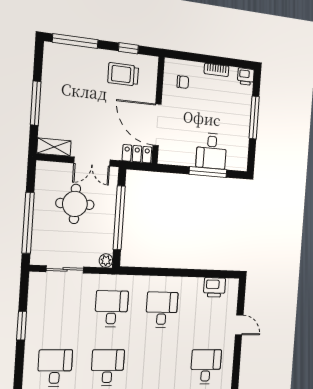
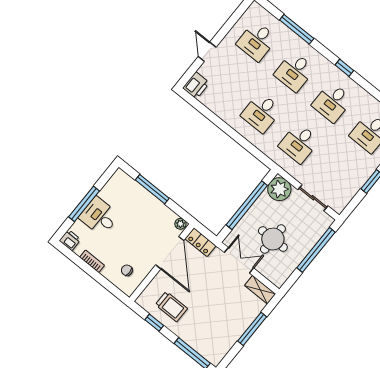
desk: (211, 151) -> (99, 216), moved, turned -90
plant: (165, 158) -> (180, 224), added
plant: (106, 261) -> (279, 189), width x1.87, depth x1.87
printer: (214, 287) -> (196, 85), moved, turned 90
desk: (158, 367) -> (295, 72), added

